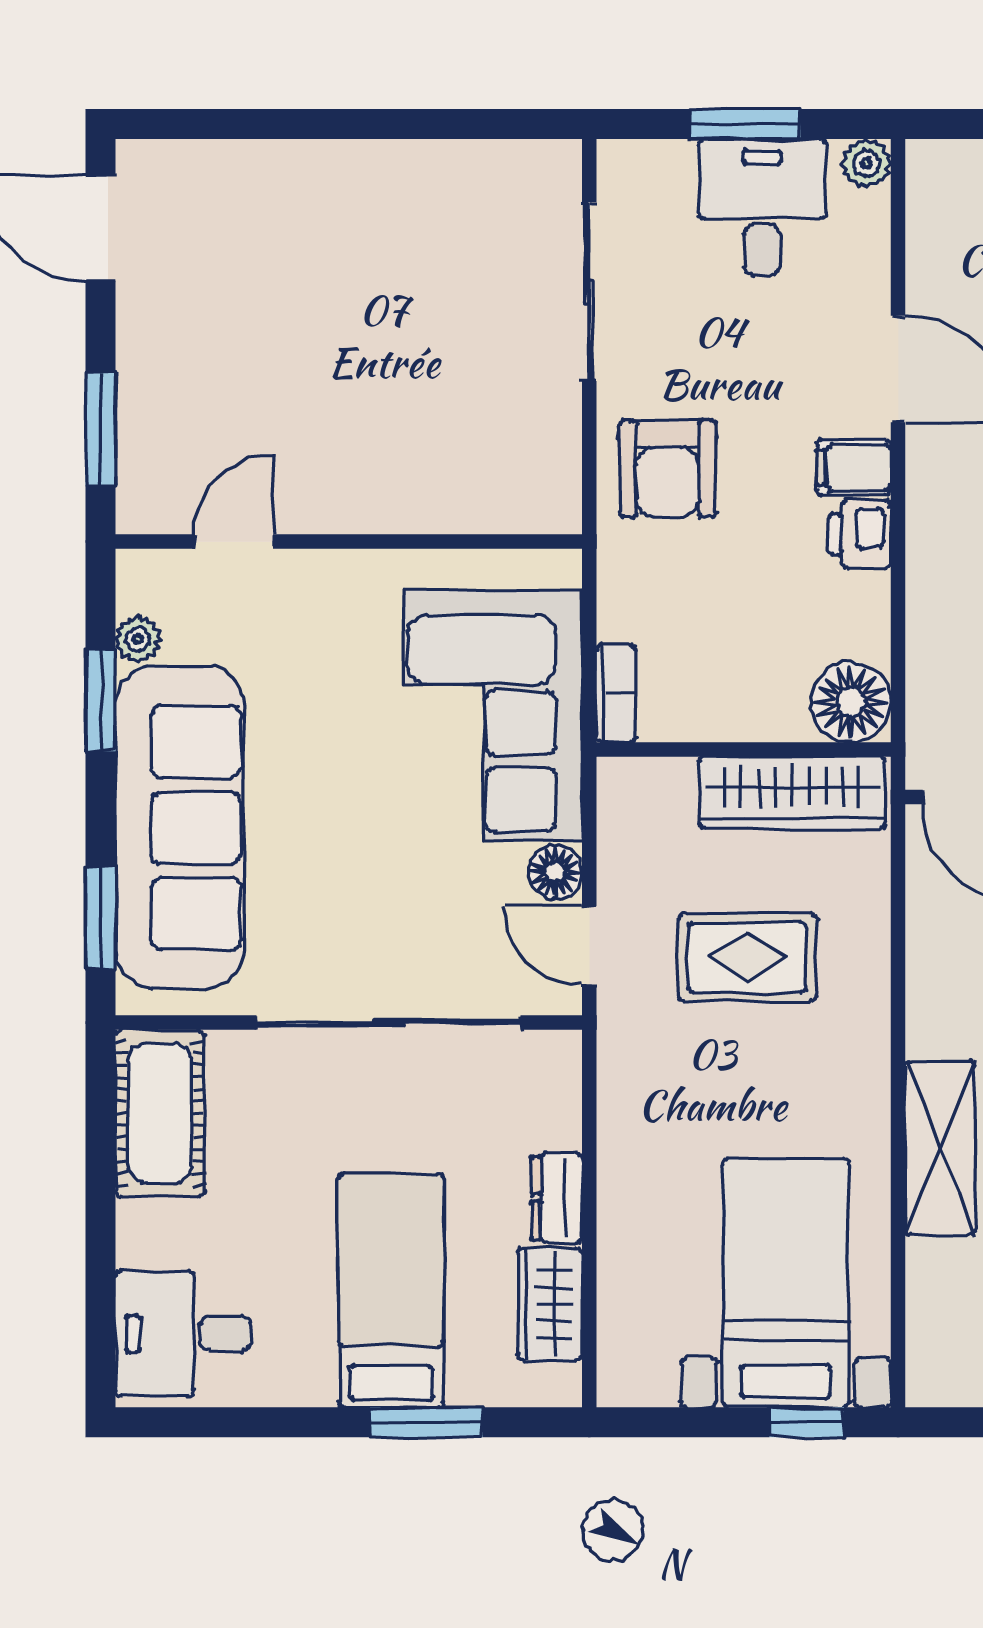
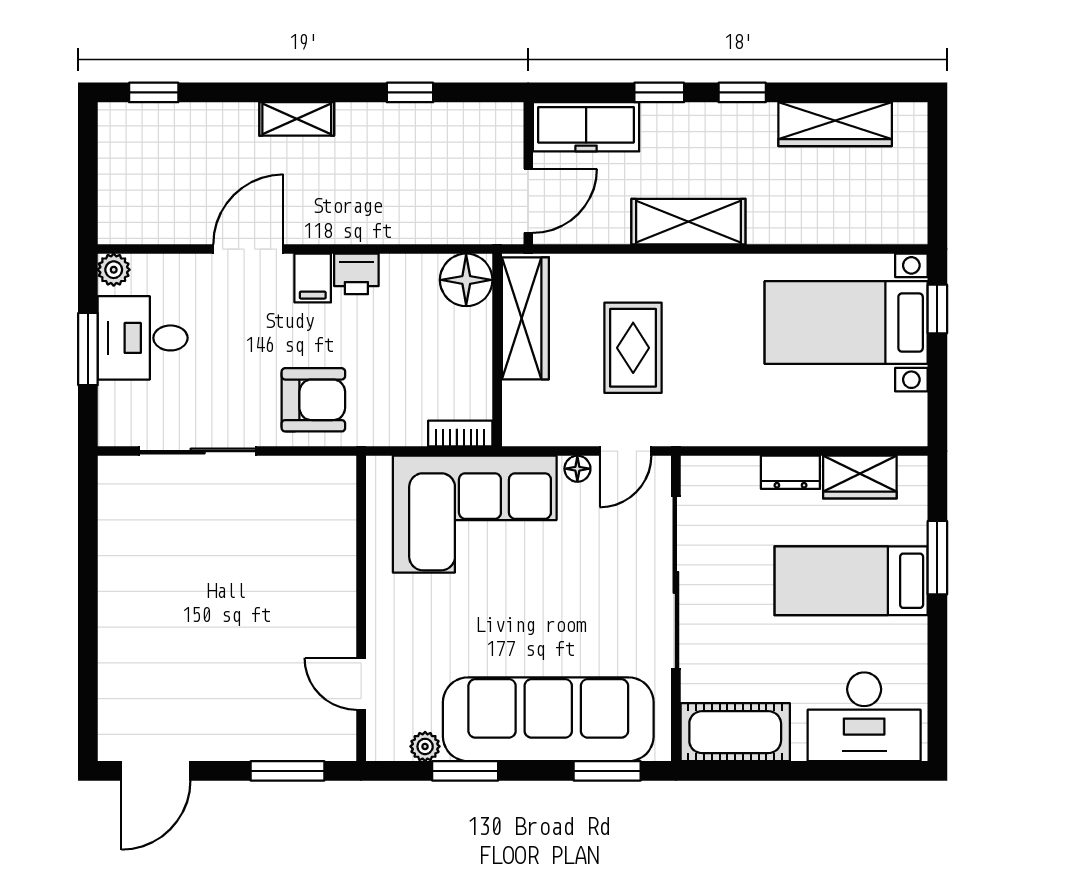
floor lamp: (555, 872) -> (577, 469), width x0.73, depth x0.73
shelving: (940, 1148) -> (688, 222), moved
desk: (183, 1334) -> (864, 717), width x1.37

